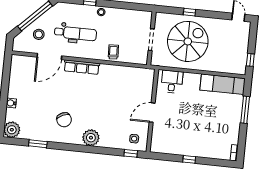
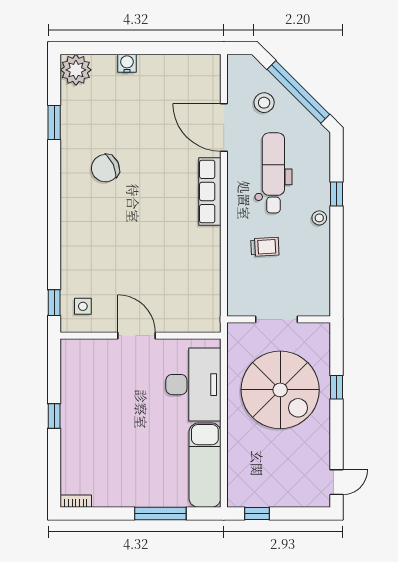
dental chair: (75, 33) -> (273, 173), turned 180
trolley: (113, 52) -> (265, 247), moved
desk: (172, 82) -> (193, 385), width x1.87, depth x1.30
plant: (91, 138) -> (76, 223), removed

